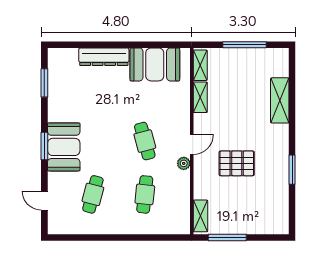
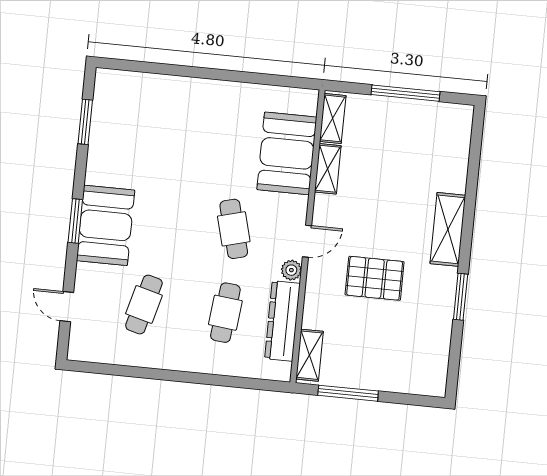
dresser: (104, 57) -> (282, 321), moved, turned 90
booth: (155, 64) -> (287, 153), moved, turned 90
shelving: (280, 100) -> (448, 229), moved

